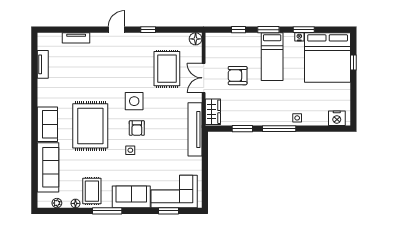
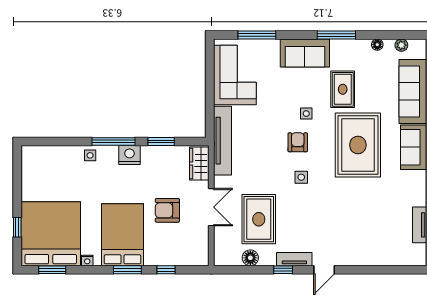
window: (304, 30) -> (52, 270), moved
tv unit: (76, 38) -> (294, 259), moved
floor lamp: (196, 39) -> (250, 258), moved
bed: (272, 57) -> (123, 235), width x1.50
armchair: (238, 76) -> (167, 210), turned 180
side table: (134, 101) -> (301, 177), width x0.54, depth x0.54
nightstand: (337, 118) -> (130, 155), moved
rug: (92, 191) -> (343, 89), moved
corner sofa: (174, 191) -> (235, 75), moved, turned -90
window: (168, 211) -> (257, 35), width x1.44

